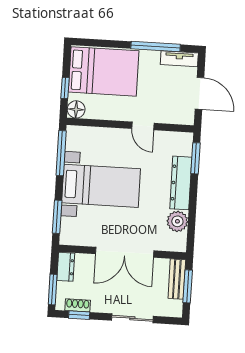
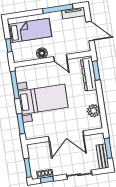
bed: (104, 71) -> (30, 30), width x0.67
floor lamp: (76, 109) -> (42, 53), moved
dresser: (181, 183) -> (89, 74), moved
dresser: (66, 267) -> (33, 153), removed
bench: (177, 279) -> (102, 156), moved

